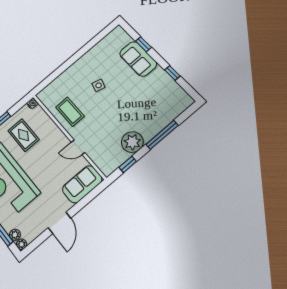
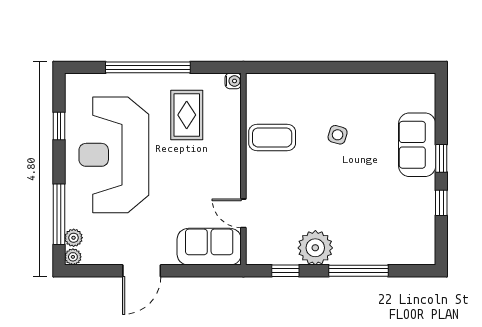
window: (144, 44) -> (441, 158), moved
coffee table: (70, 112) -> (272, 137), turned 90
door: (78, 147) -> (243, 213), moved

